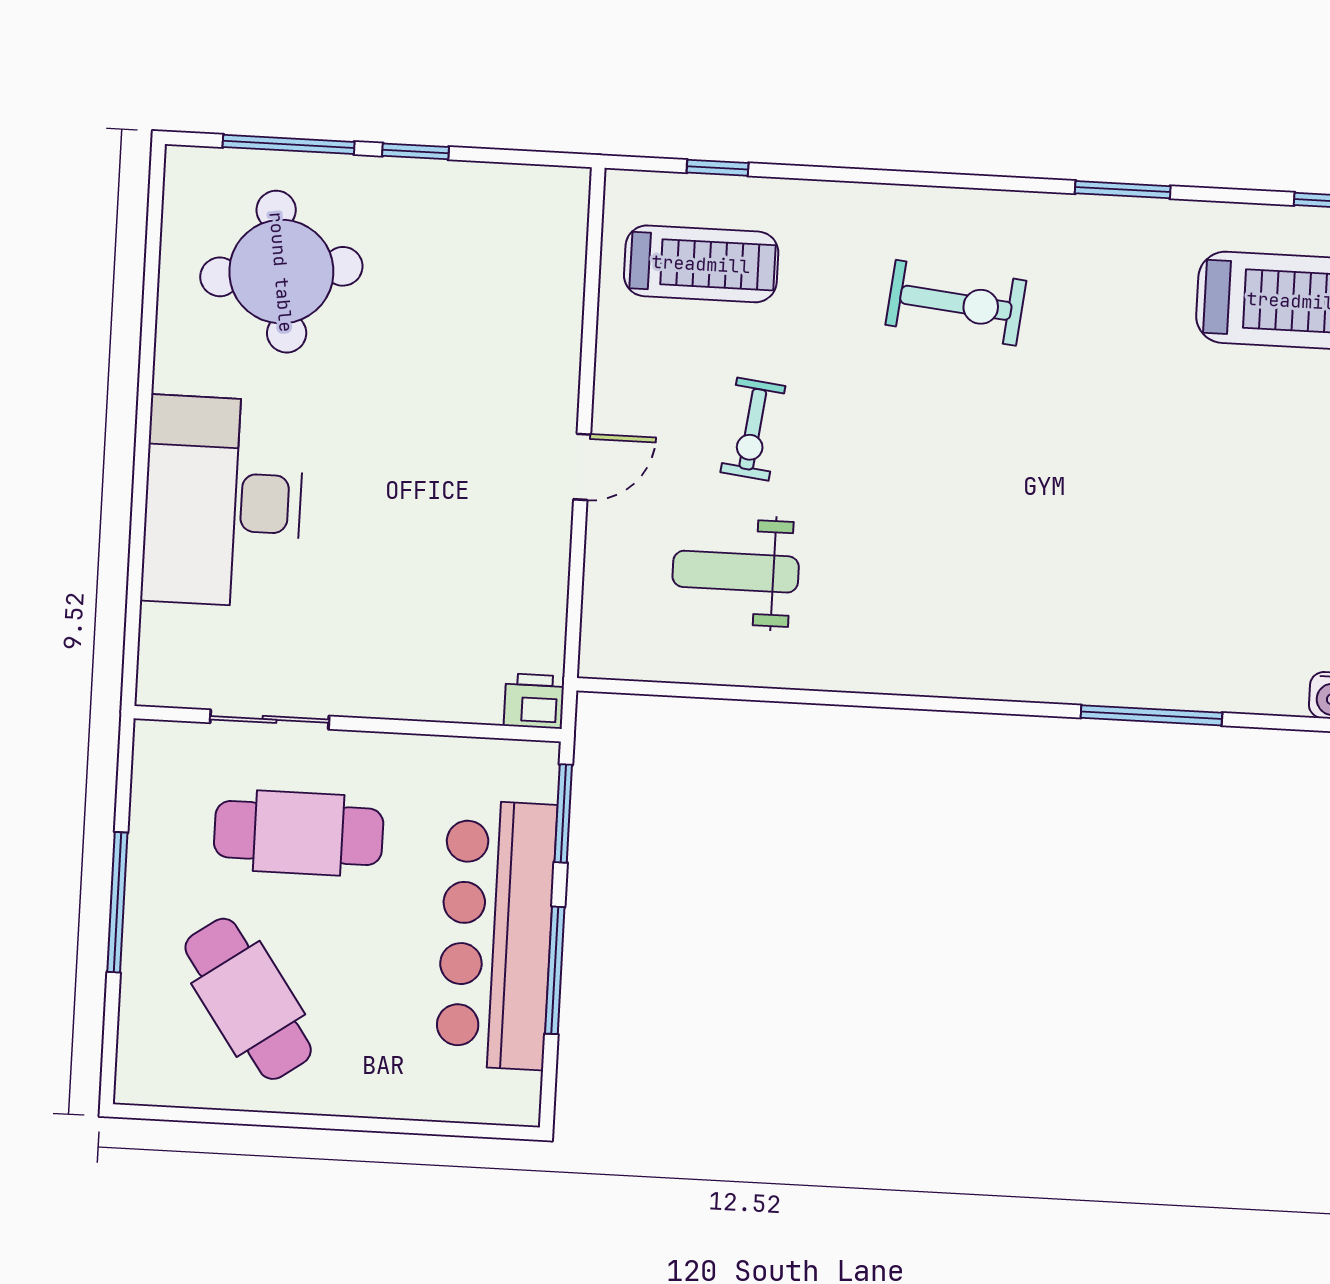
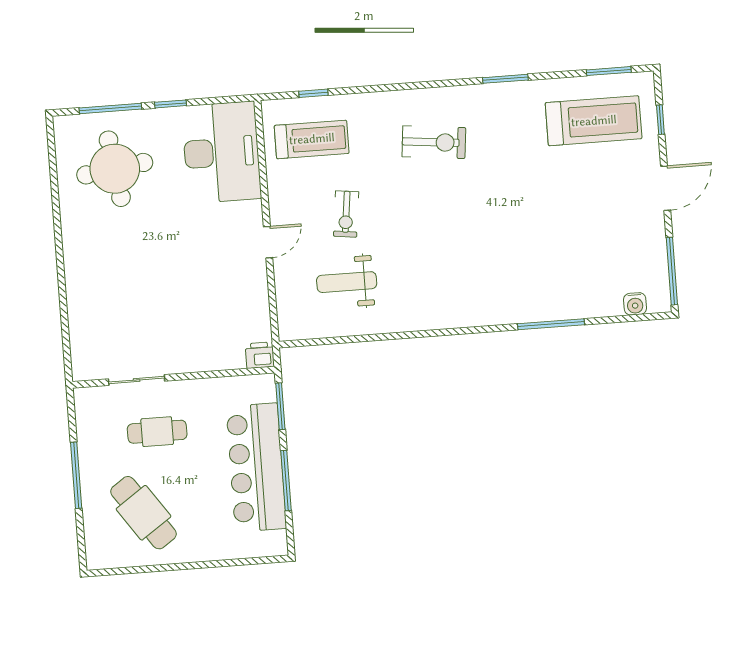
desk: (223, 501) -> (222, 152), moved, turned 180
cafe table: (299, 833) -> (157, 432), width x0.73, depth x0.74

